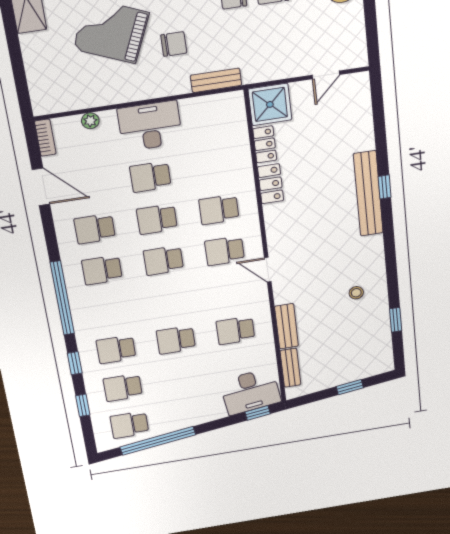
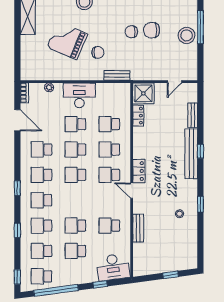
school desk: (213, 167) -> (109, 124), added
locker: (271, 184) -> (139, 171), moved
window: (62, 298) -> (17, 188), width x0.32
school desk: (109, 310) -> (41, 200), added
window: (396, 320) -> (200, 204), moved
bench: (290, 368) -> (193, 115), moved
school desk: (182, 378) -> (75, 251), added
window: (83, 405) -> (17, 277), moved
window: (258, 413) -> (100, 284), moved

